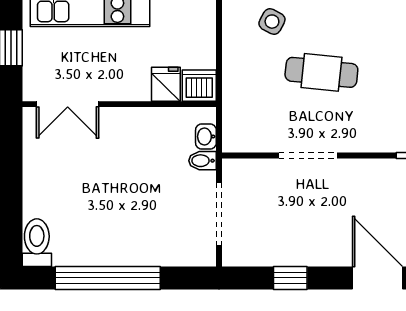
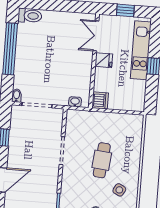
side table: (272, 22) -> (119, 190), moved
fridge: (166, 84) -> (104, 60), moved
bidet: (202, 161) -> (17, 96), moved

